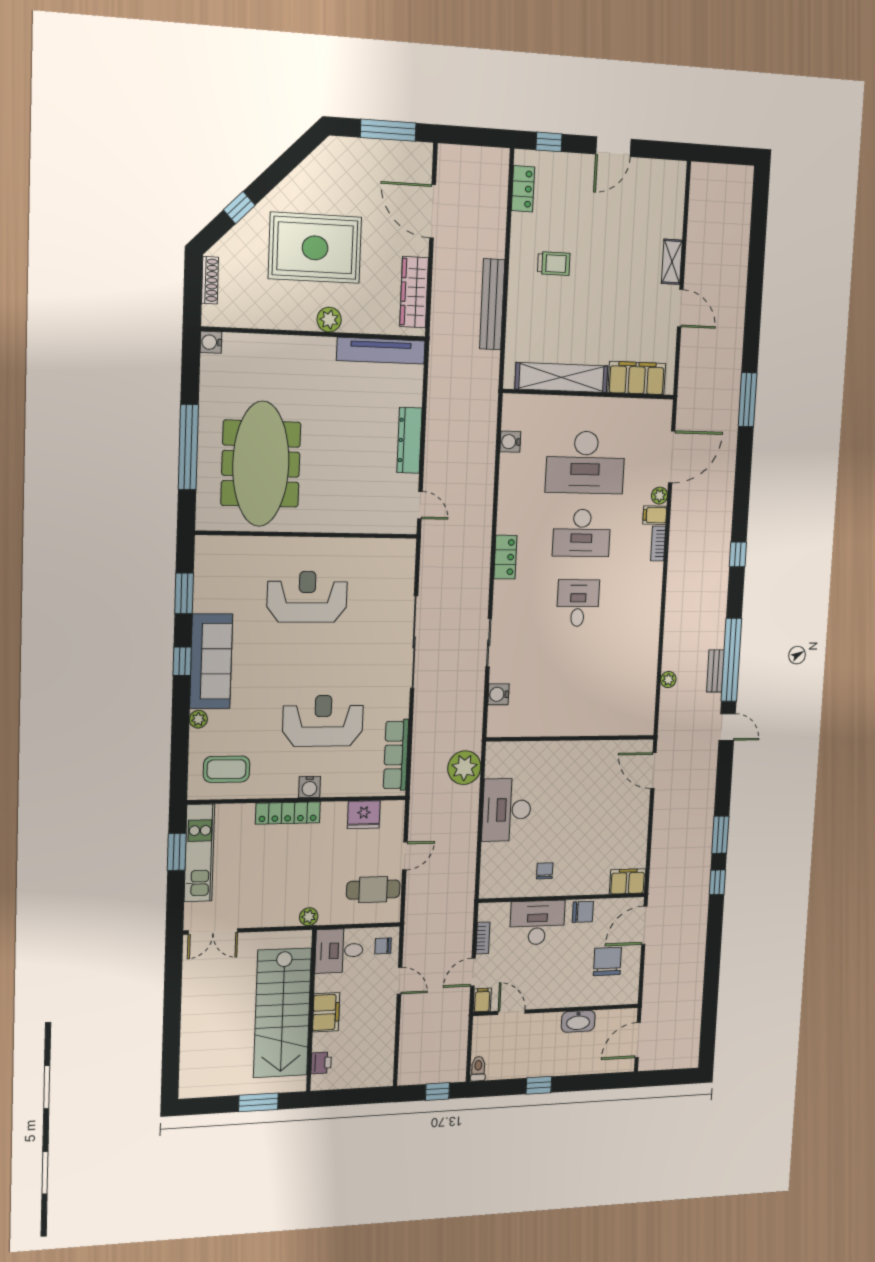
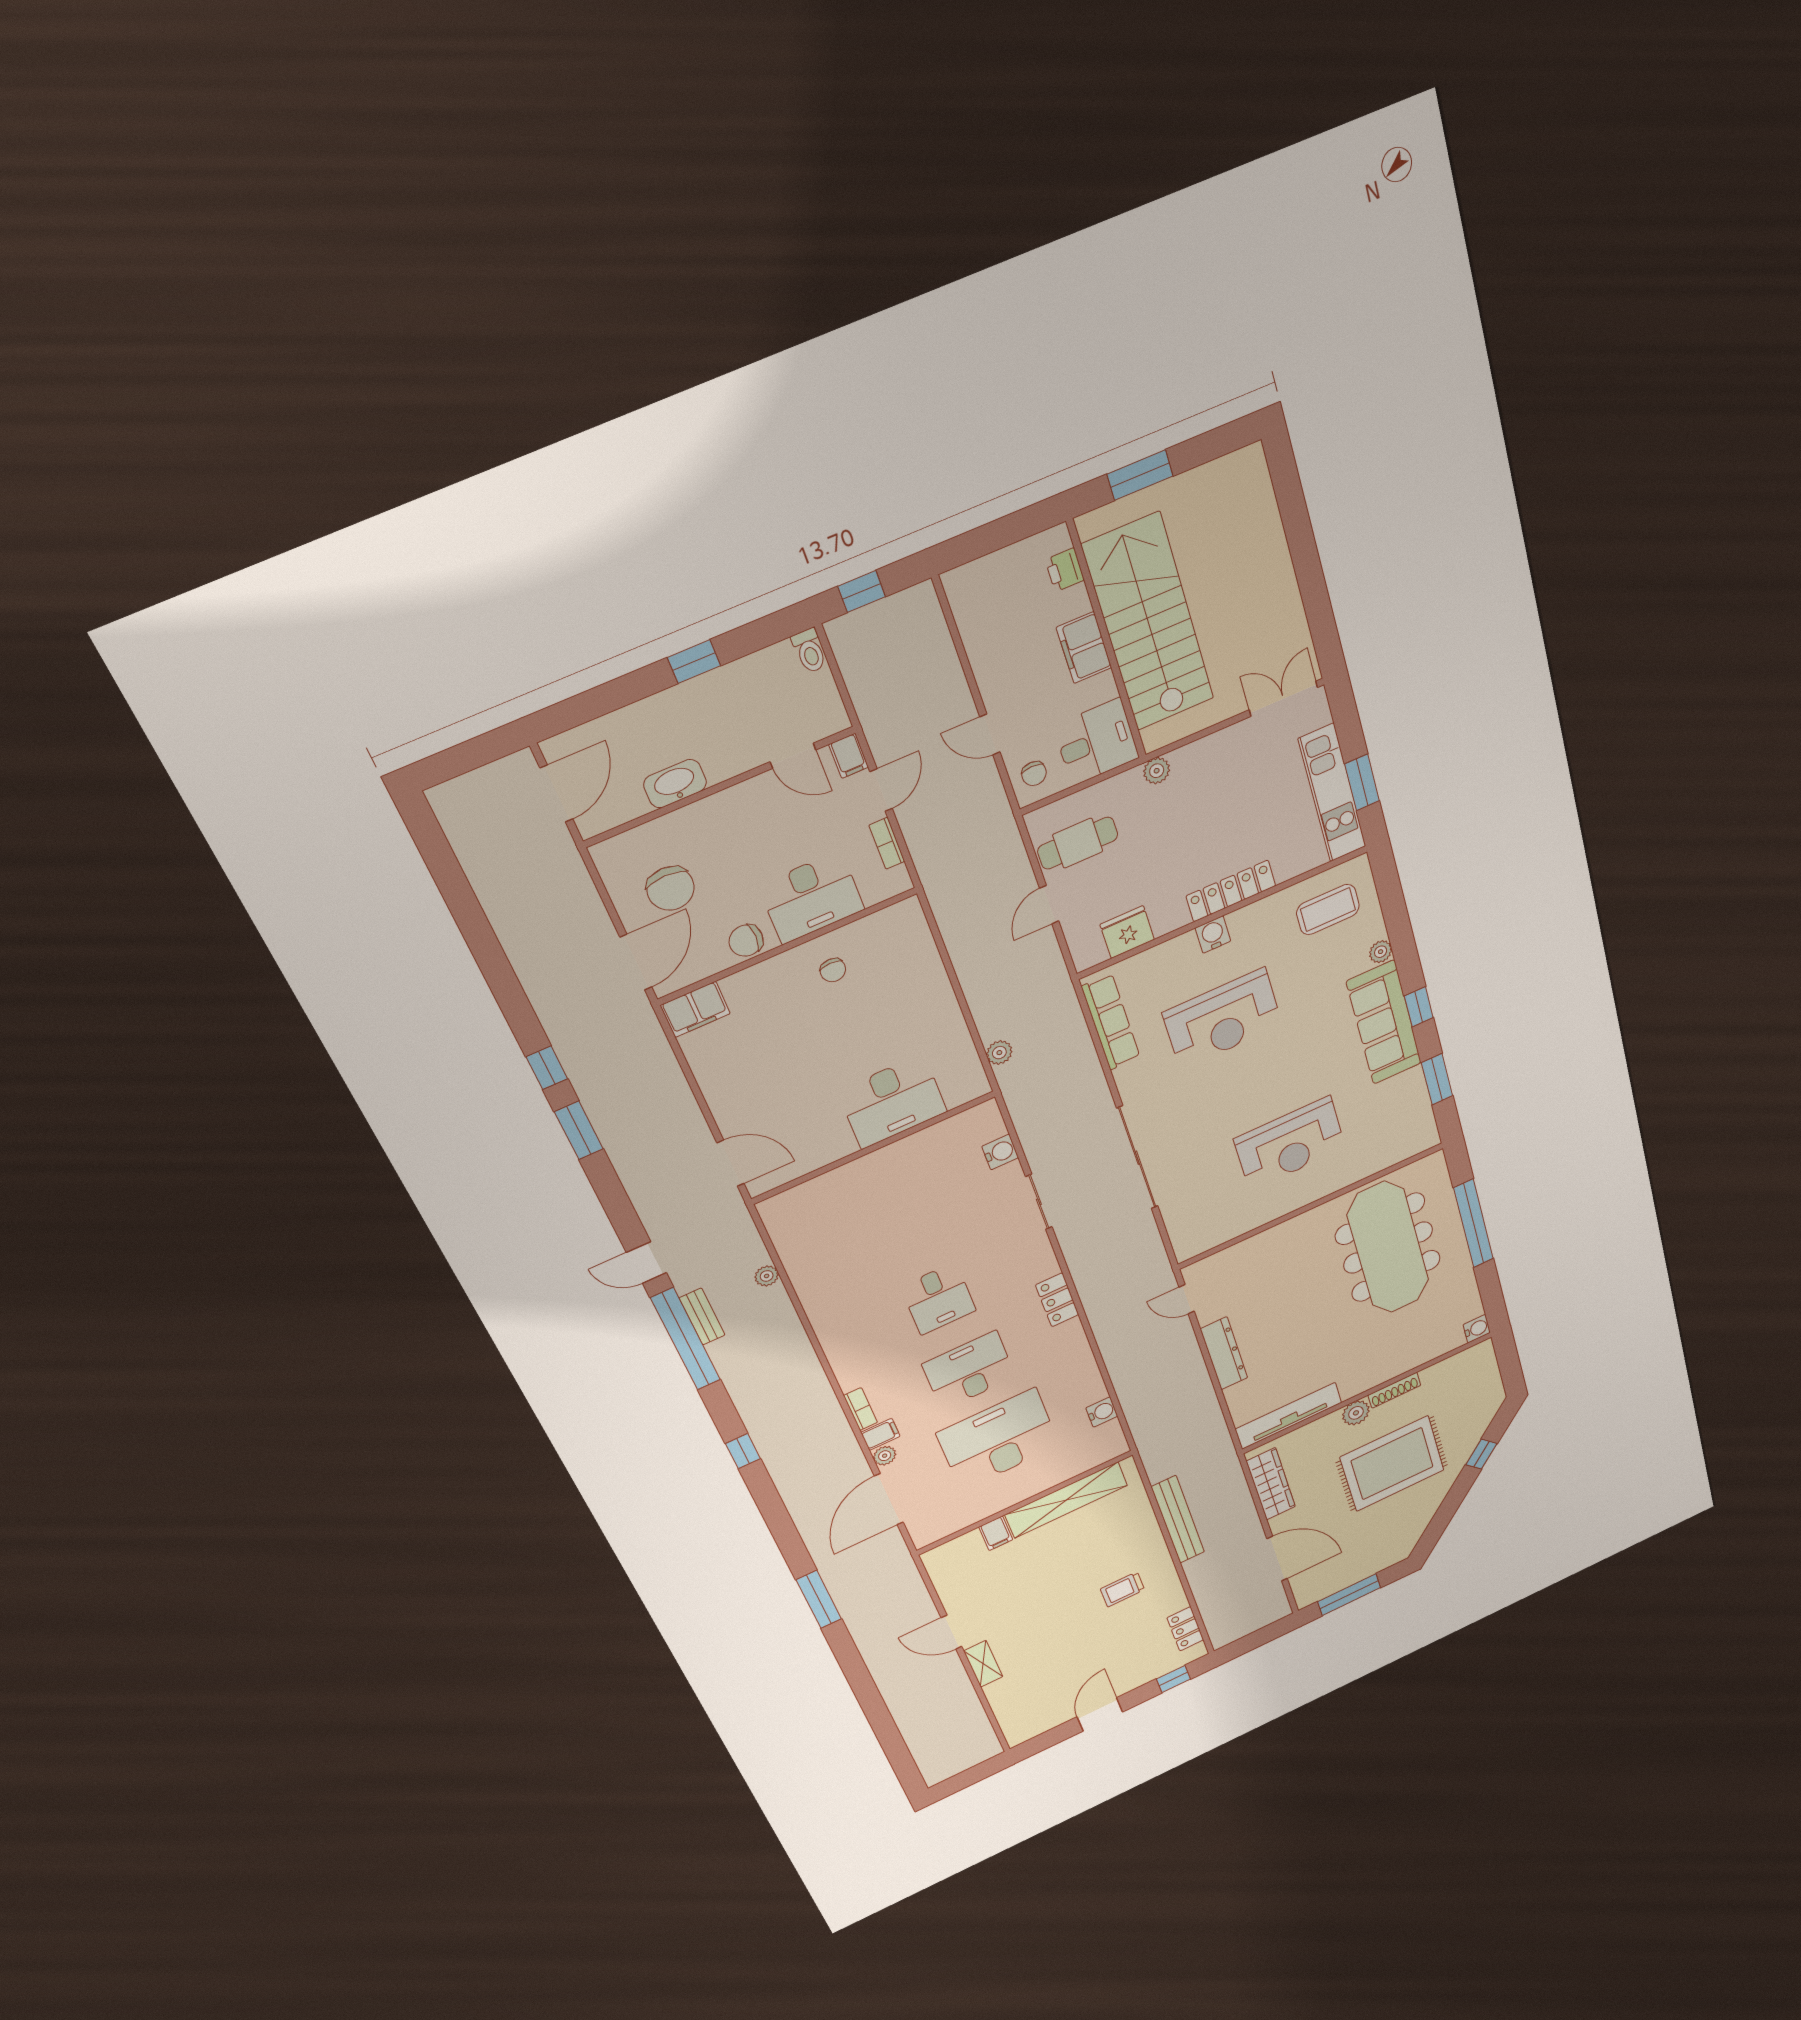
shoe rack: (210, 280) -> (1394, 1390), moved, turned -90
filing cabinet: (637, 378) -> (996, 1533), width x0.33, depth x0.86
plant: (464, 768) -> (999, 1053), width x0.53, depth x0.53
desk: (507, 810) -> (892, 1101), moved, turned 90
chair: (383, 946) -> (1034, 774), turned 90

